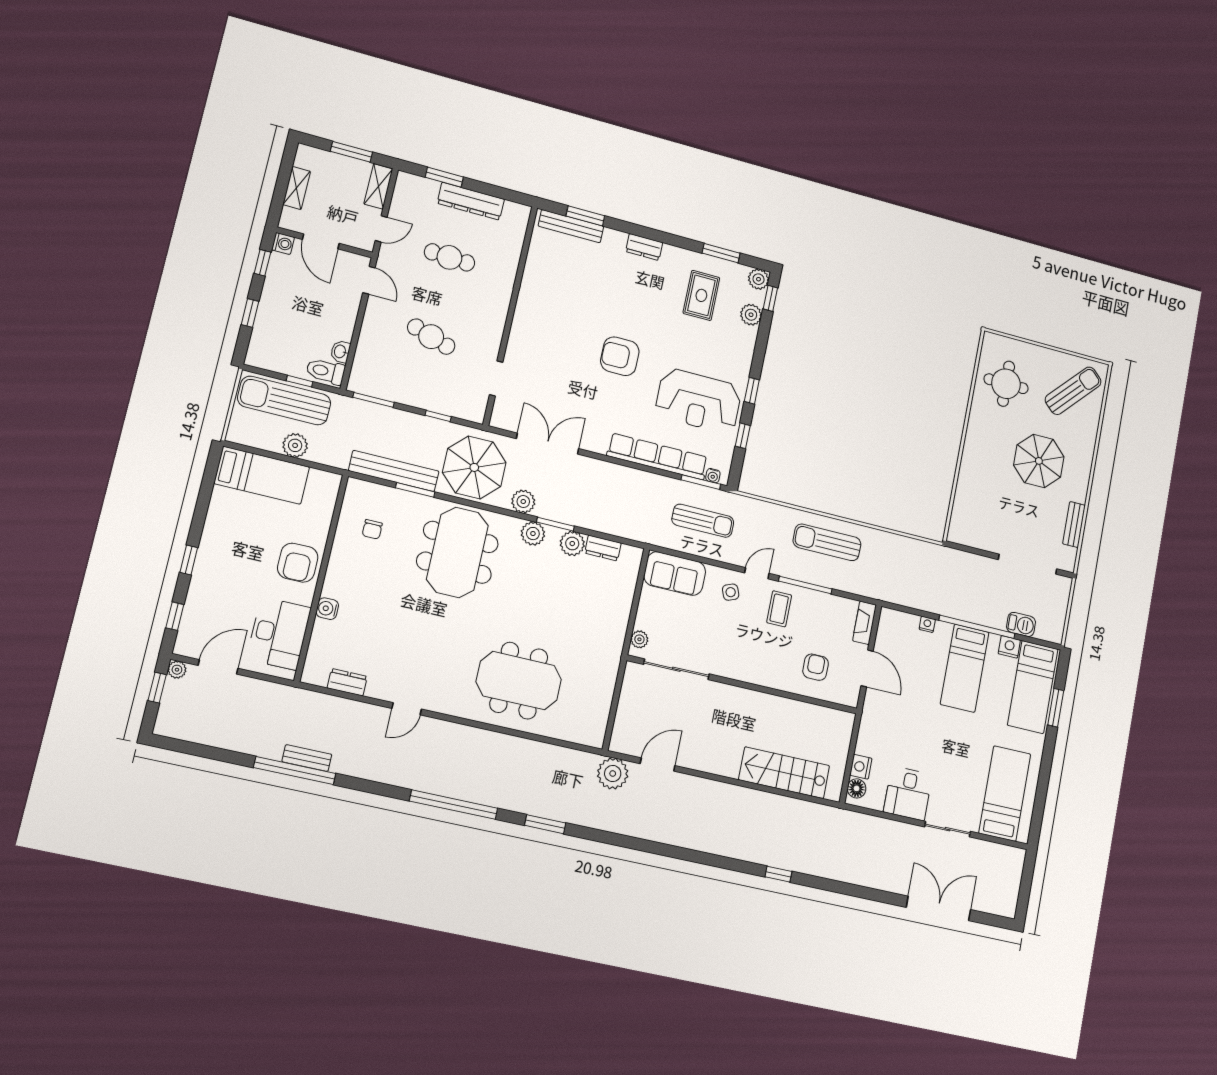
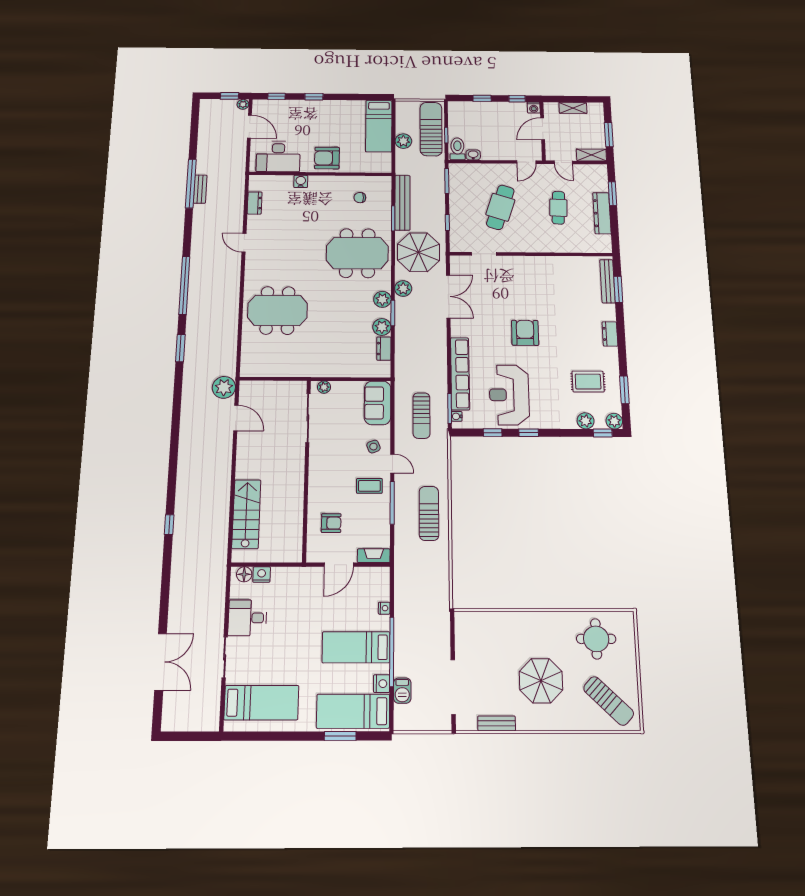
cafe table: (431, 337) -> (500, 207), width x1.37, depth x1.35
meeting table: (519, 681) -> (277, 310), turned 90

